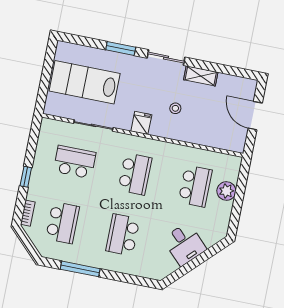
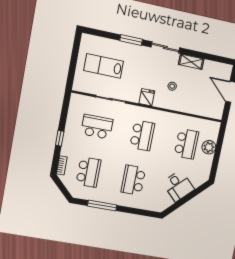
lab bench: (85, 82) -> (104, 66), width x0.73, depth x0.72

